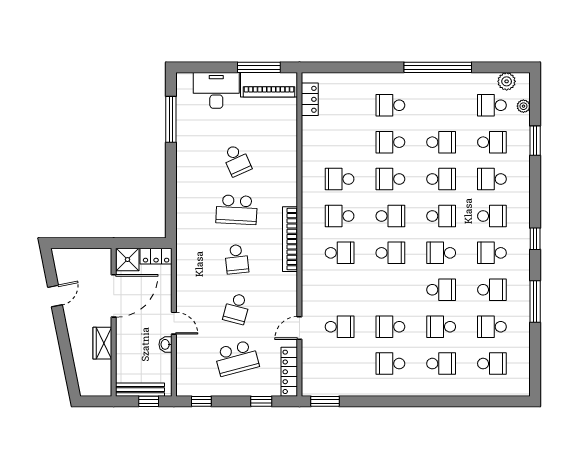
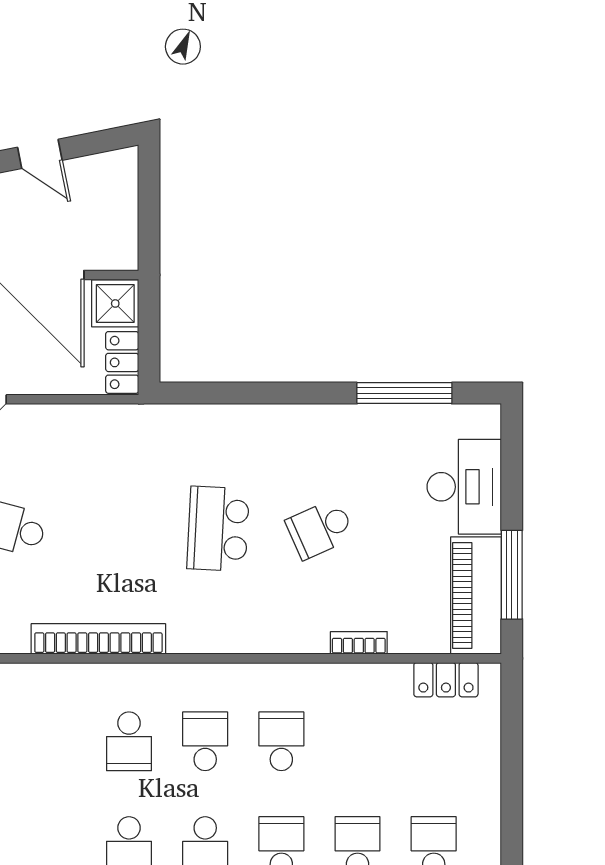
bookcase: (292, 142) -> (359, 643), added
bookcase: (290, 239) -> (98, 639), moved
school desk: (237, 259) -> (116, 529), removed

